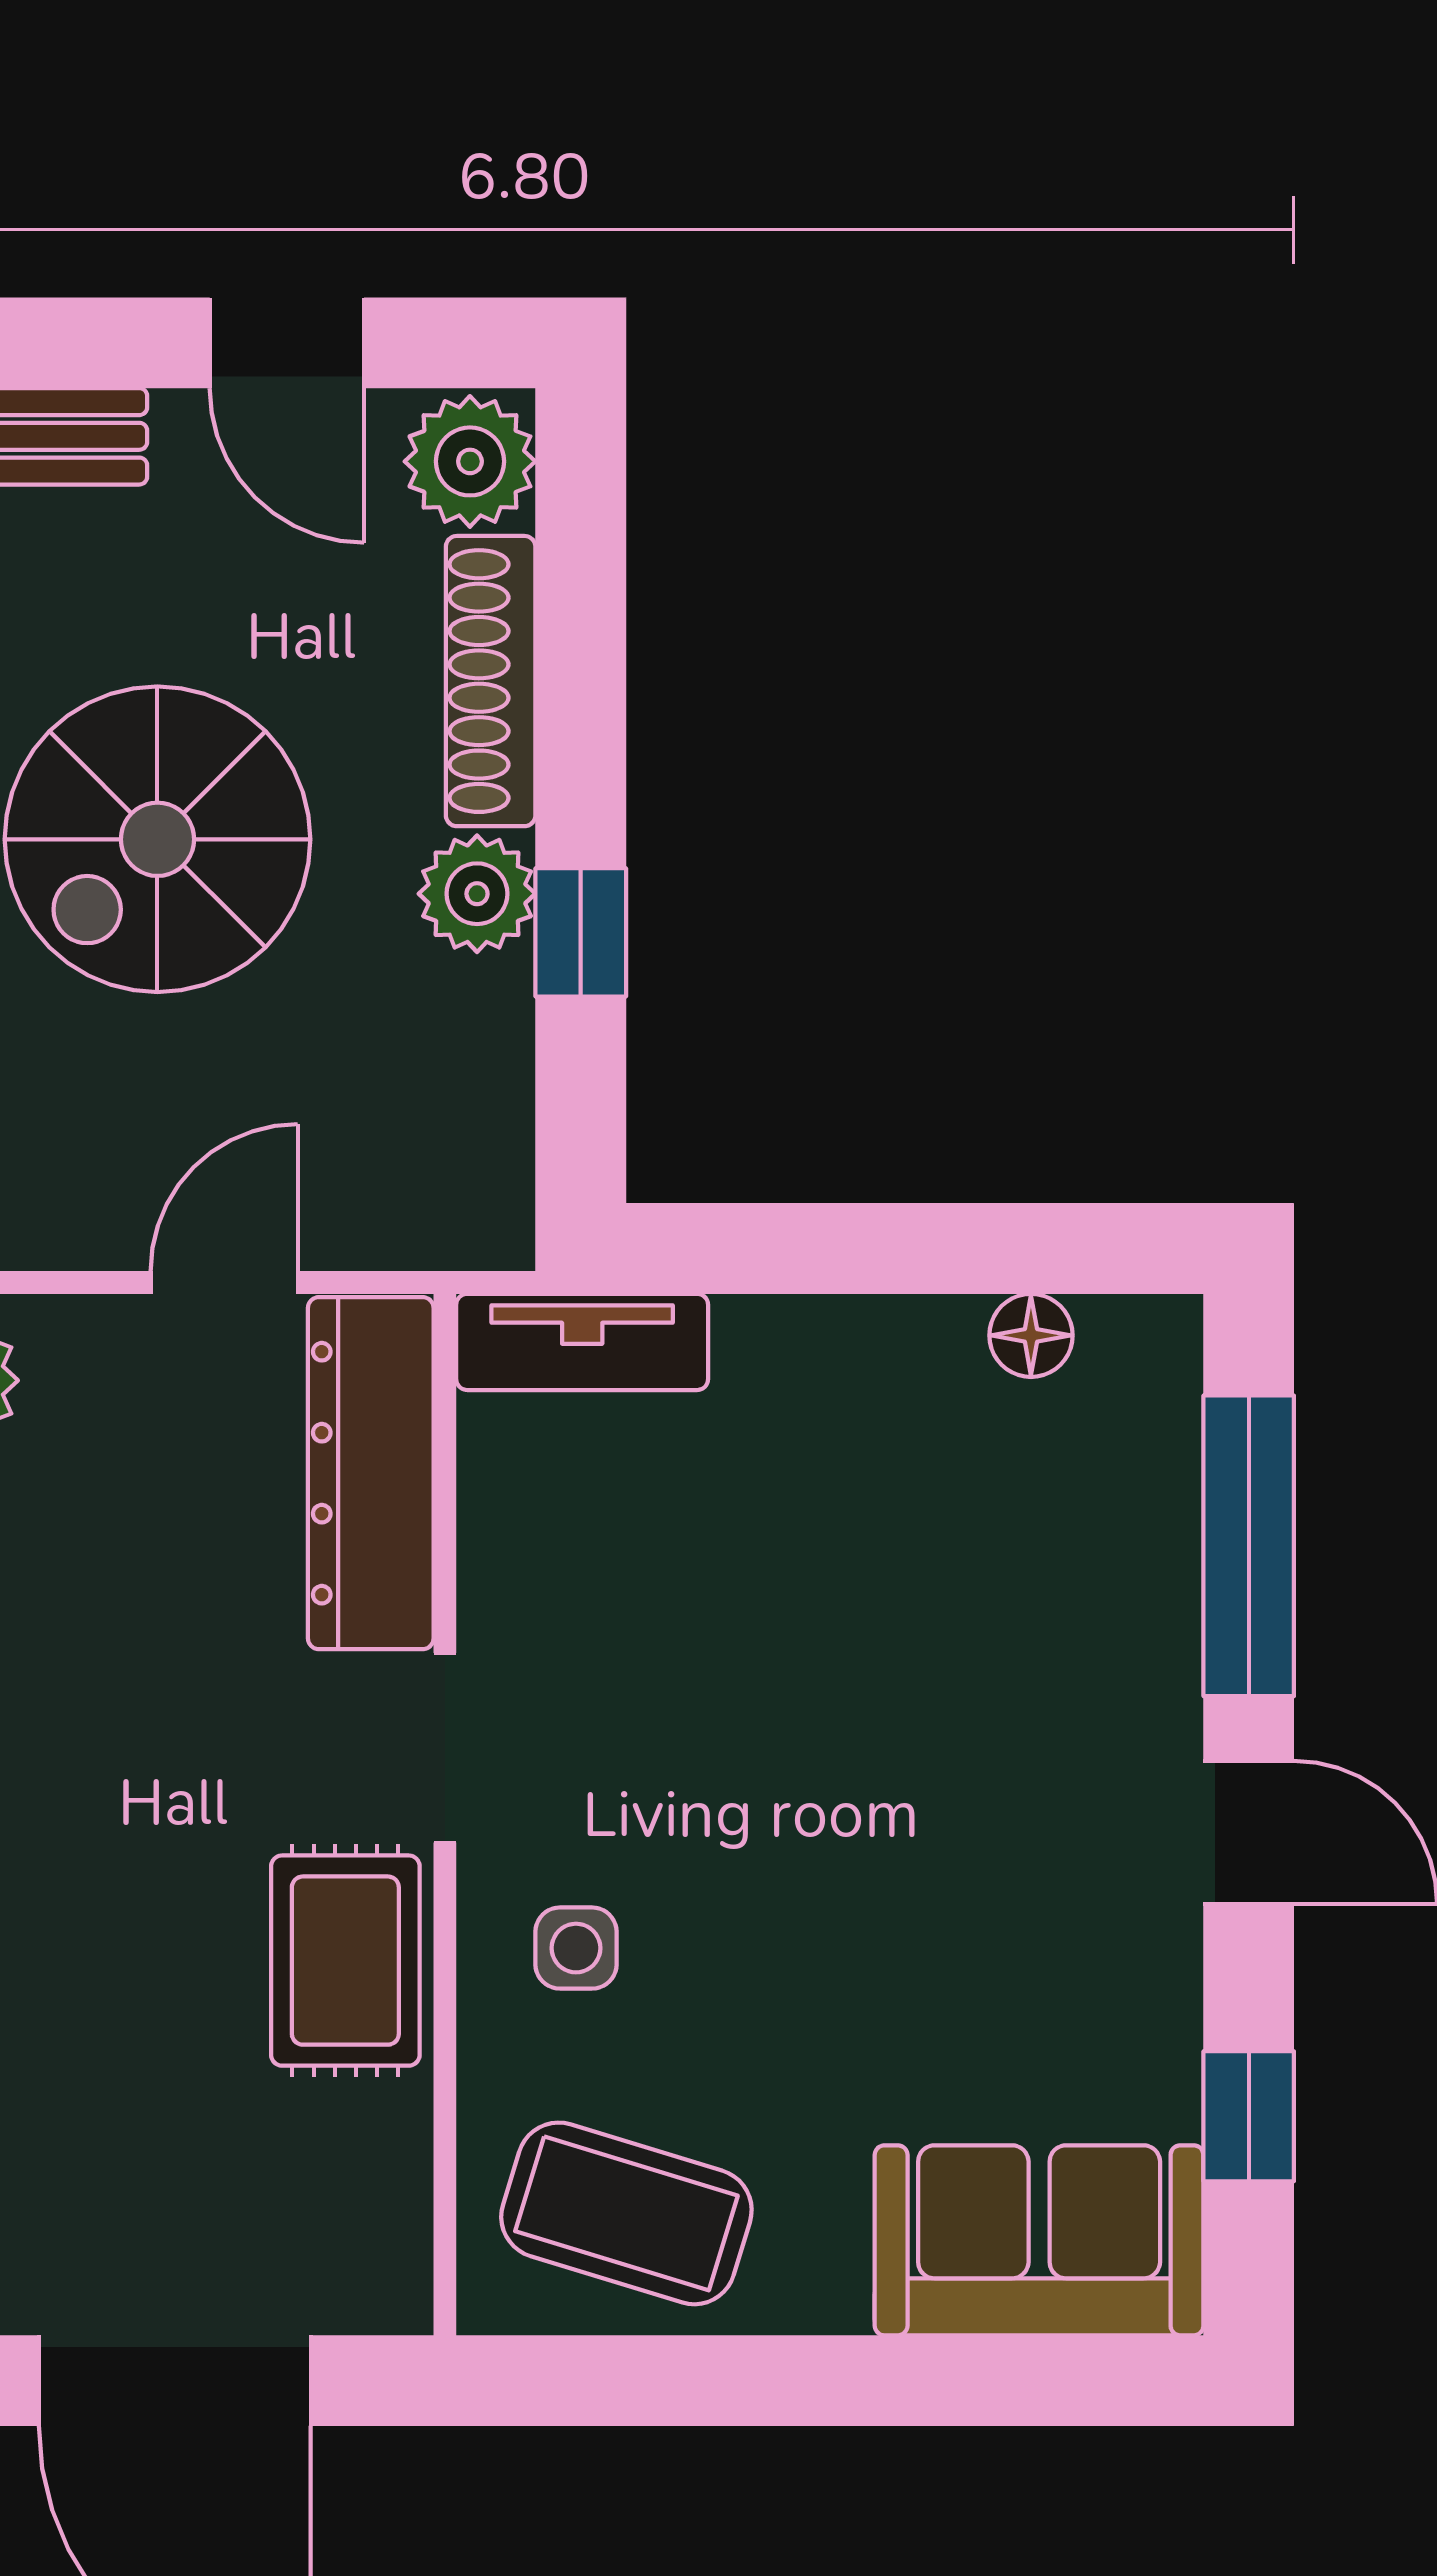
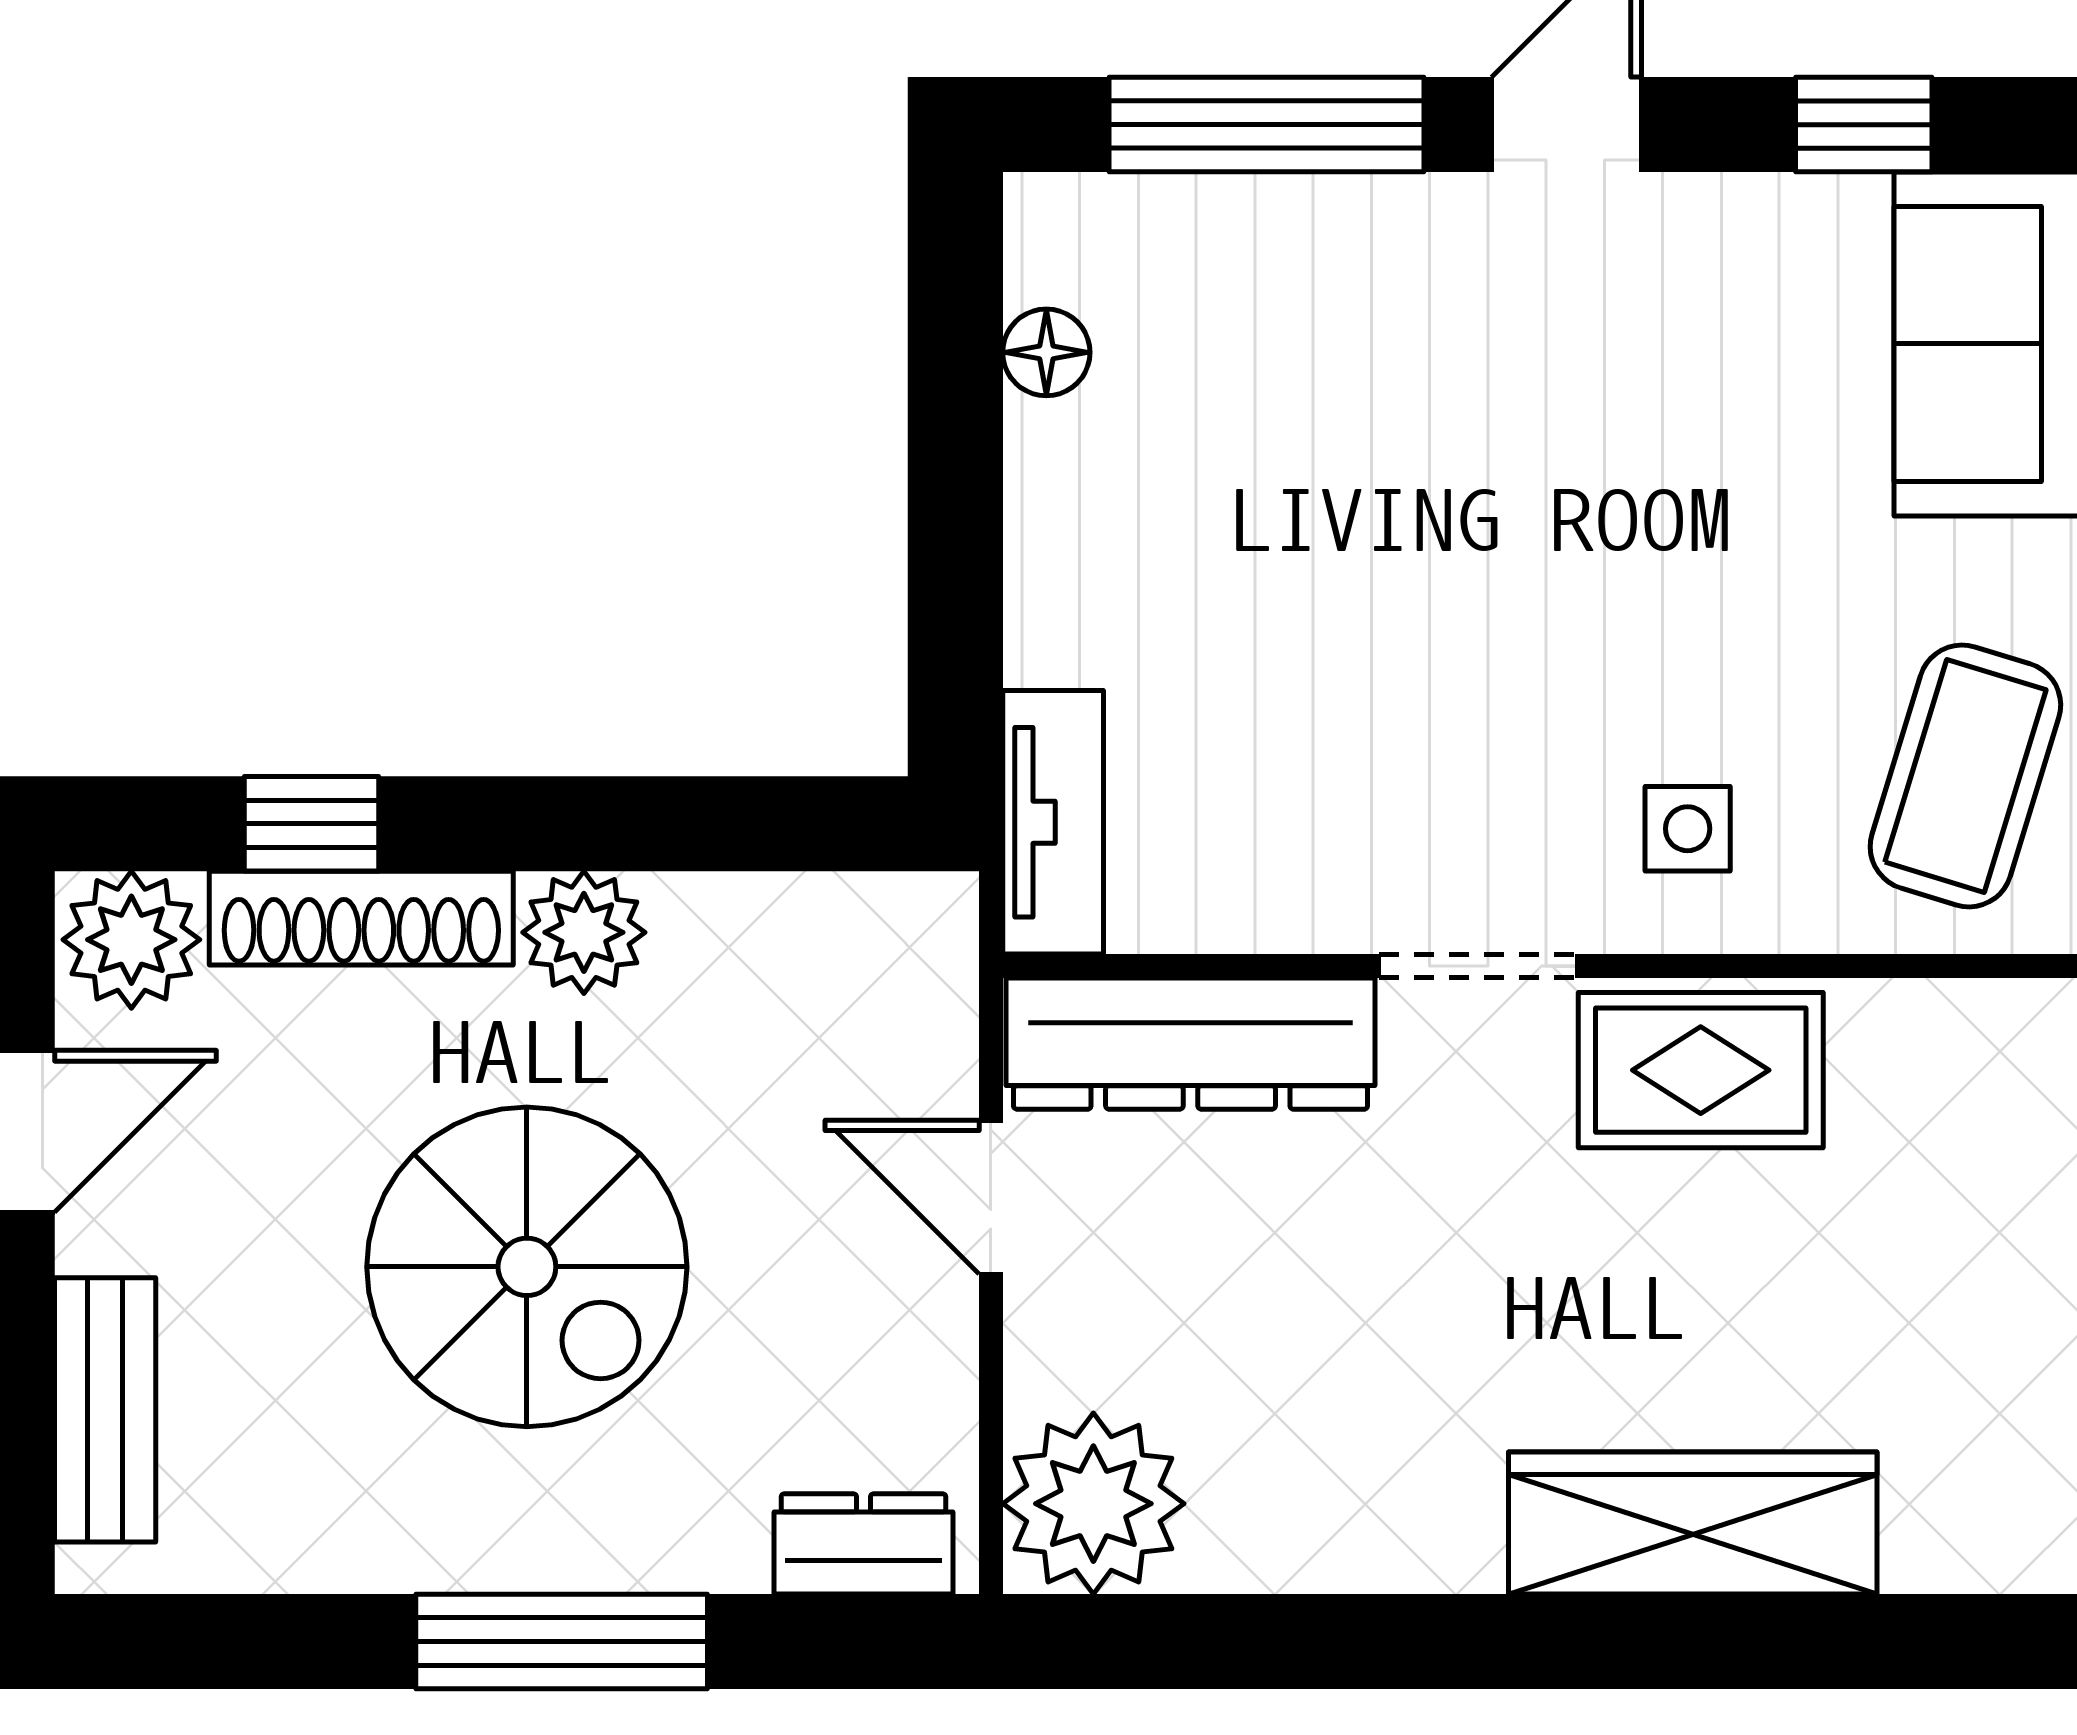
window: (581, 932) -> (312, 824), moved

